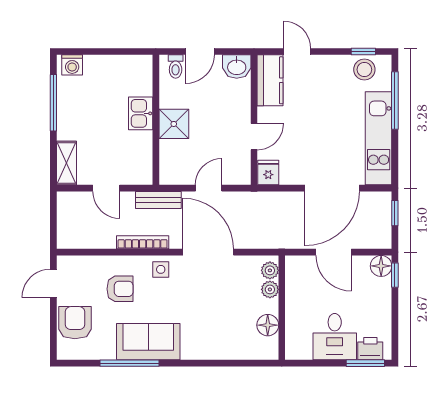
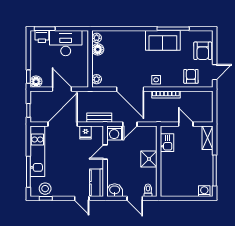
door: (200, 51) -> (135, 198), swing flipped
kitchen sink: (141, 113) -> (167, 143), moved
washing machine: (238, 172) -> (114, 133), added
fridge: (268, 173) -> (86, 132), moved
bench: (158, 200) -> (99, 118), moved
armchair: (120, 289) -> (191, 76), moved, turned 90
plant: (270, 289) -> (97, 38), moved
desk: (335, 337) -> (66, 43), width x1.37

